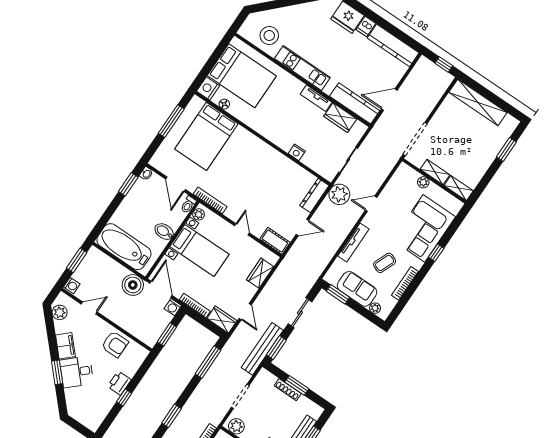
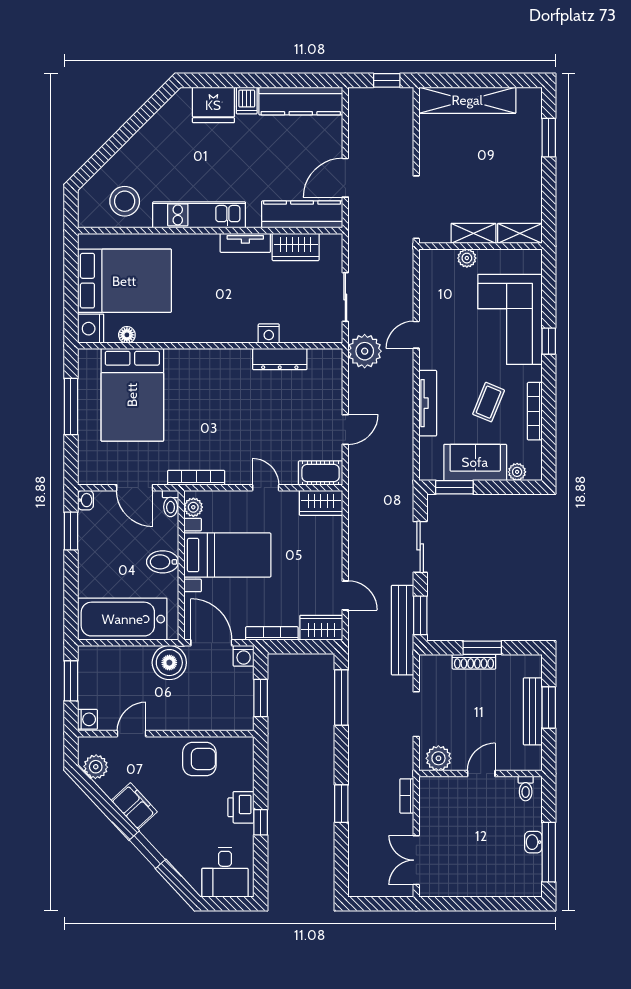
dresser: (314, 195) -> (280, 359), moved, turned -90
wardrobe: (260, 273) -> (321, 503), moved, turned -90
desk: (77, 372) -> (225, 872), moved, turned -47

